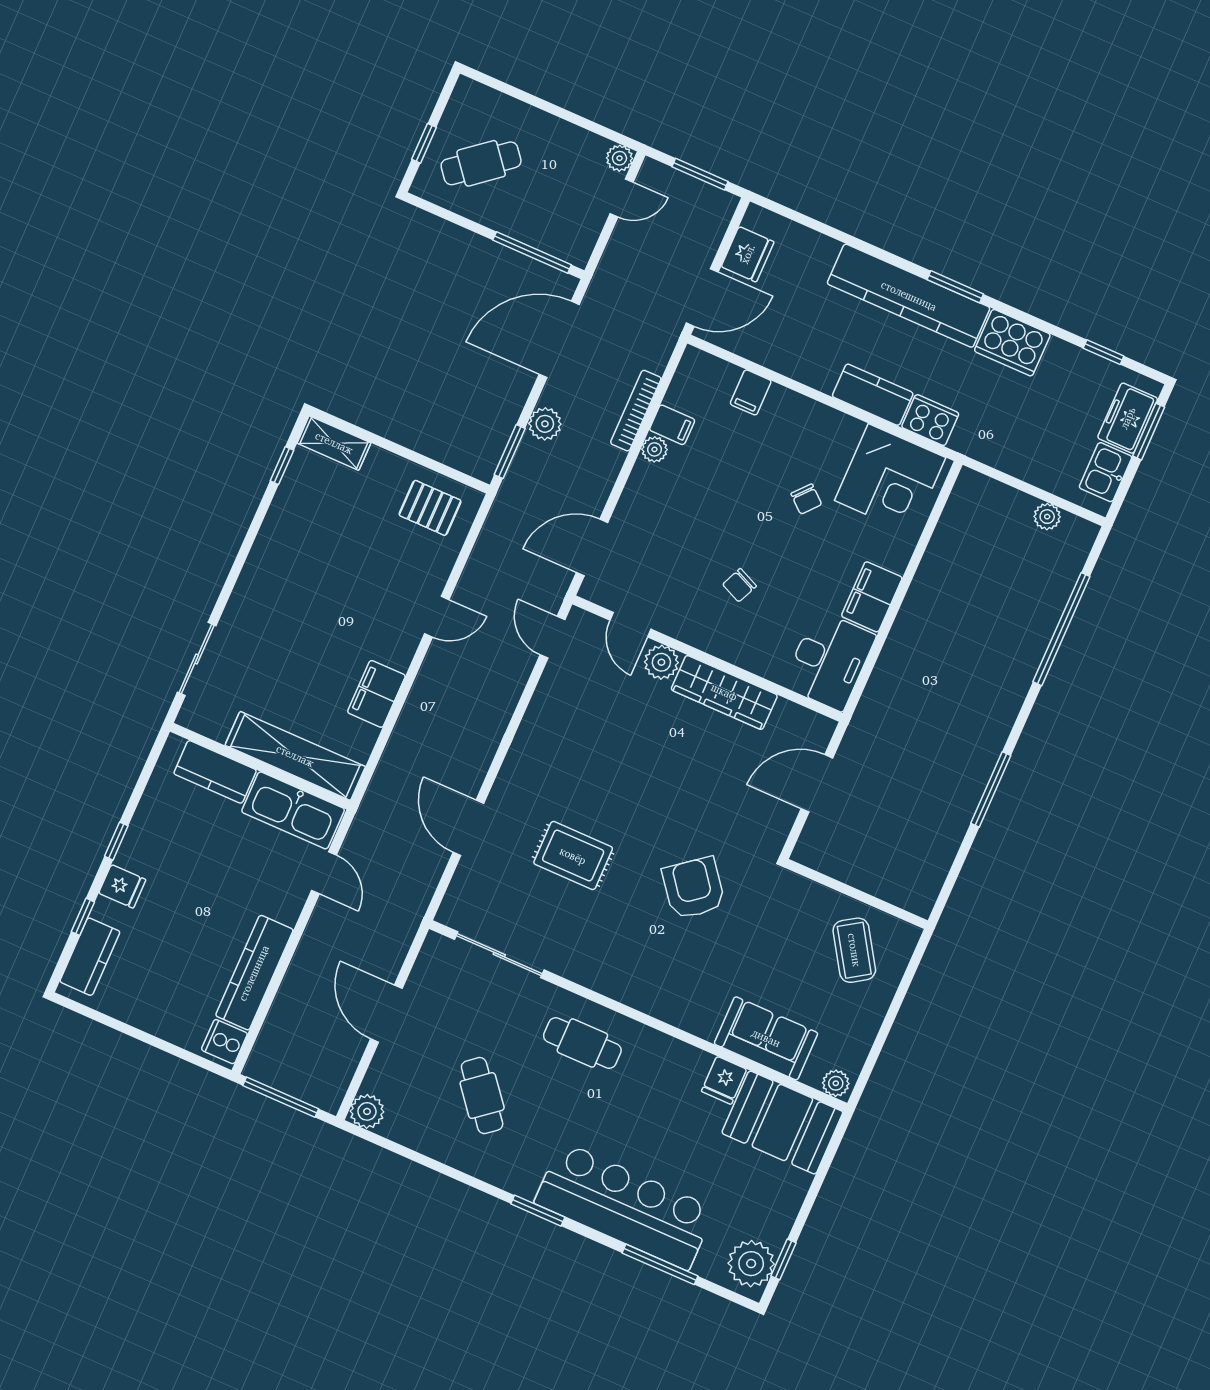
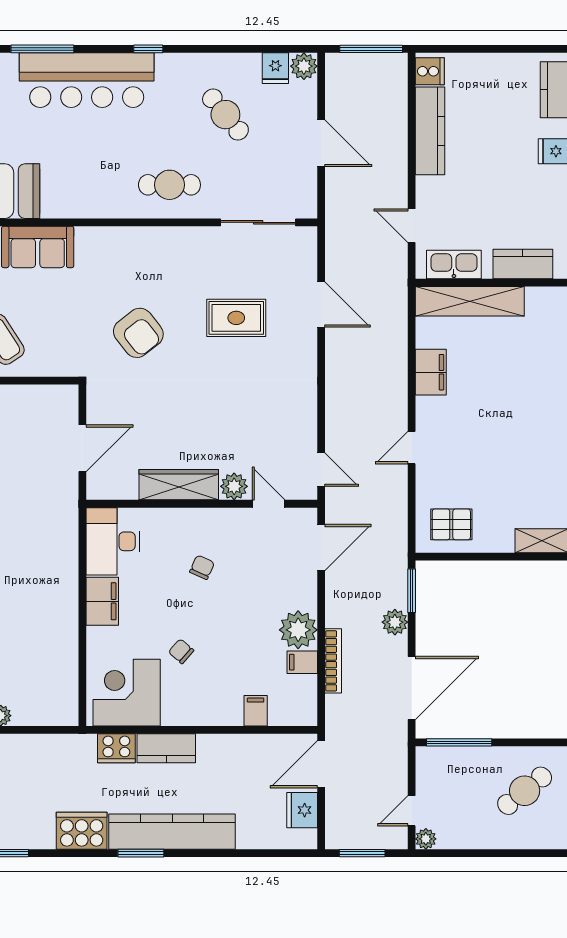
plant: (654, 449) -> (298, 630), width x1.87, depth x1.87
kitchen sink: (293, 810) -> (454, 264), width x0.73, depth x0.81
fridge: (724, 1080) -> (275, 68), moved, turned 180
window: (538, 1211) -> (148, 49), width x0.67

